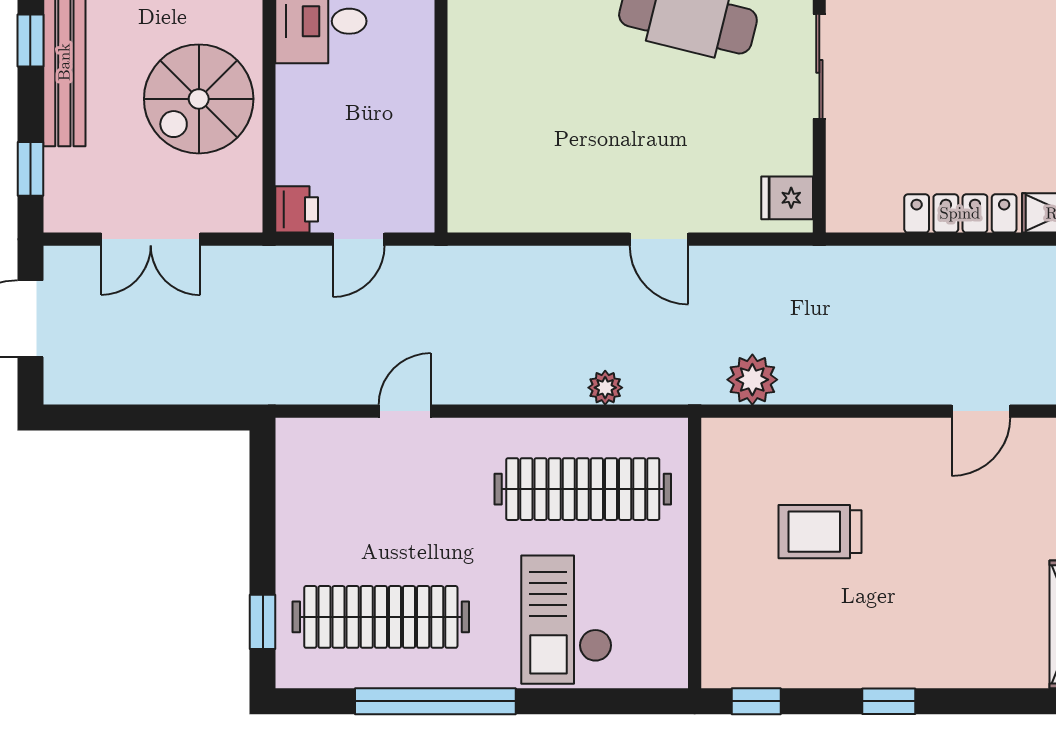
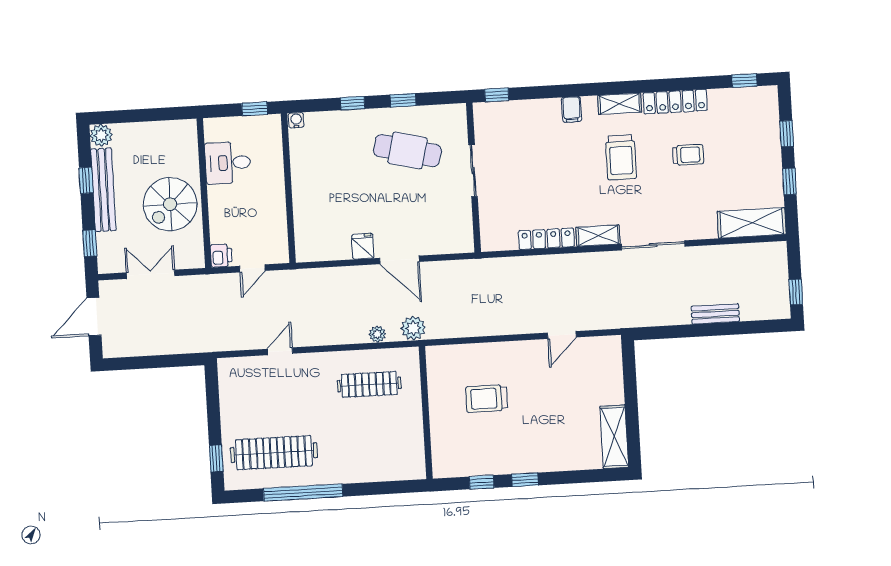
fridge: (787, 198) -> (363, 246), moved, turned 90
double door: (151, 239) -> (151, 274), swing flipped
door: (659, 239) -> (399, 260), width x1.38
plant: (752, 380) -> (413, 328), moved
clothes rail: (583, 489) -> (369, 384), width x0.73, depth x0.76
checkout: (567, 620) -> (365, 449), removed
window: (756, 701) -> (482, 482), moved

